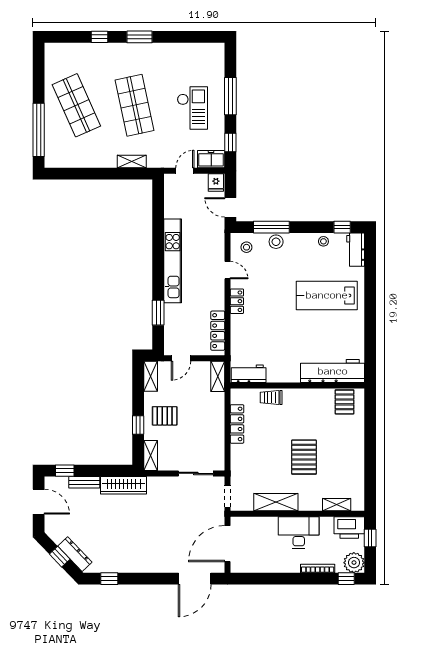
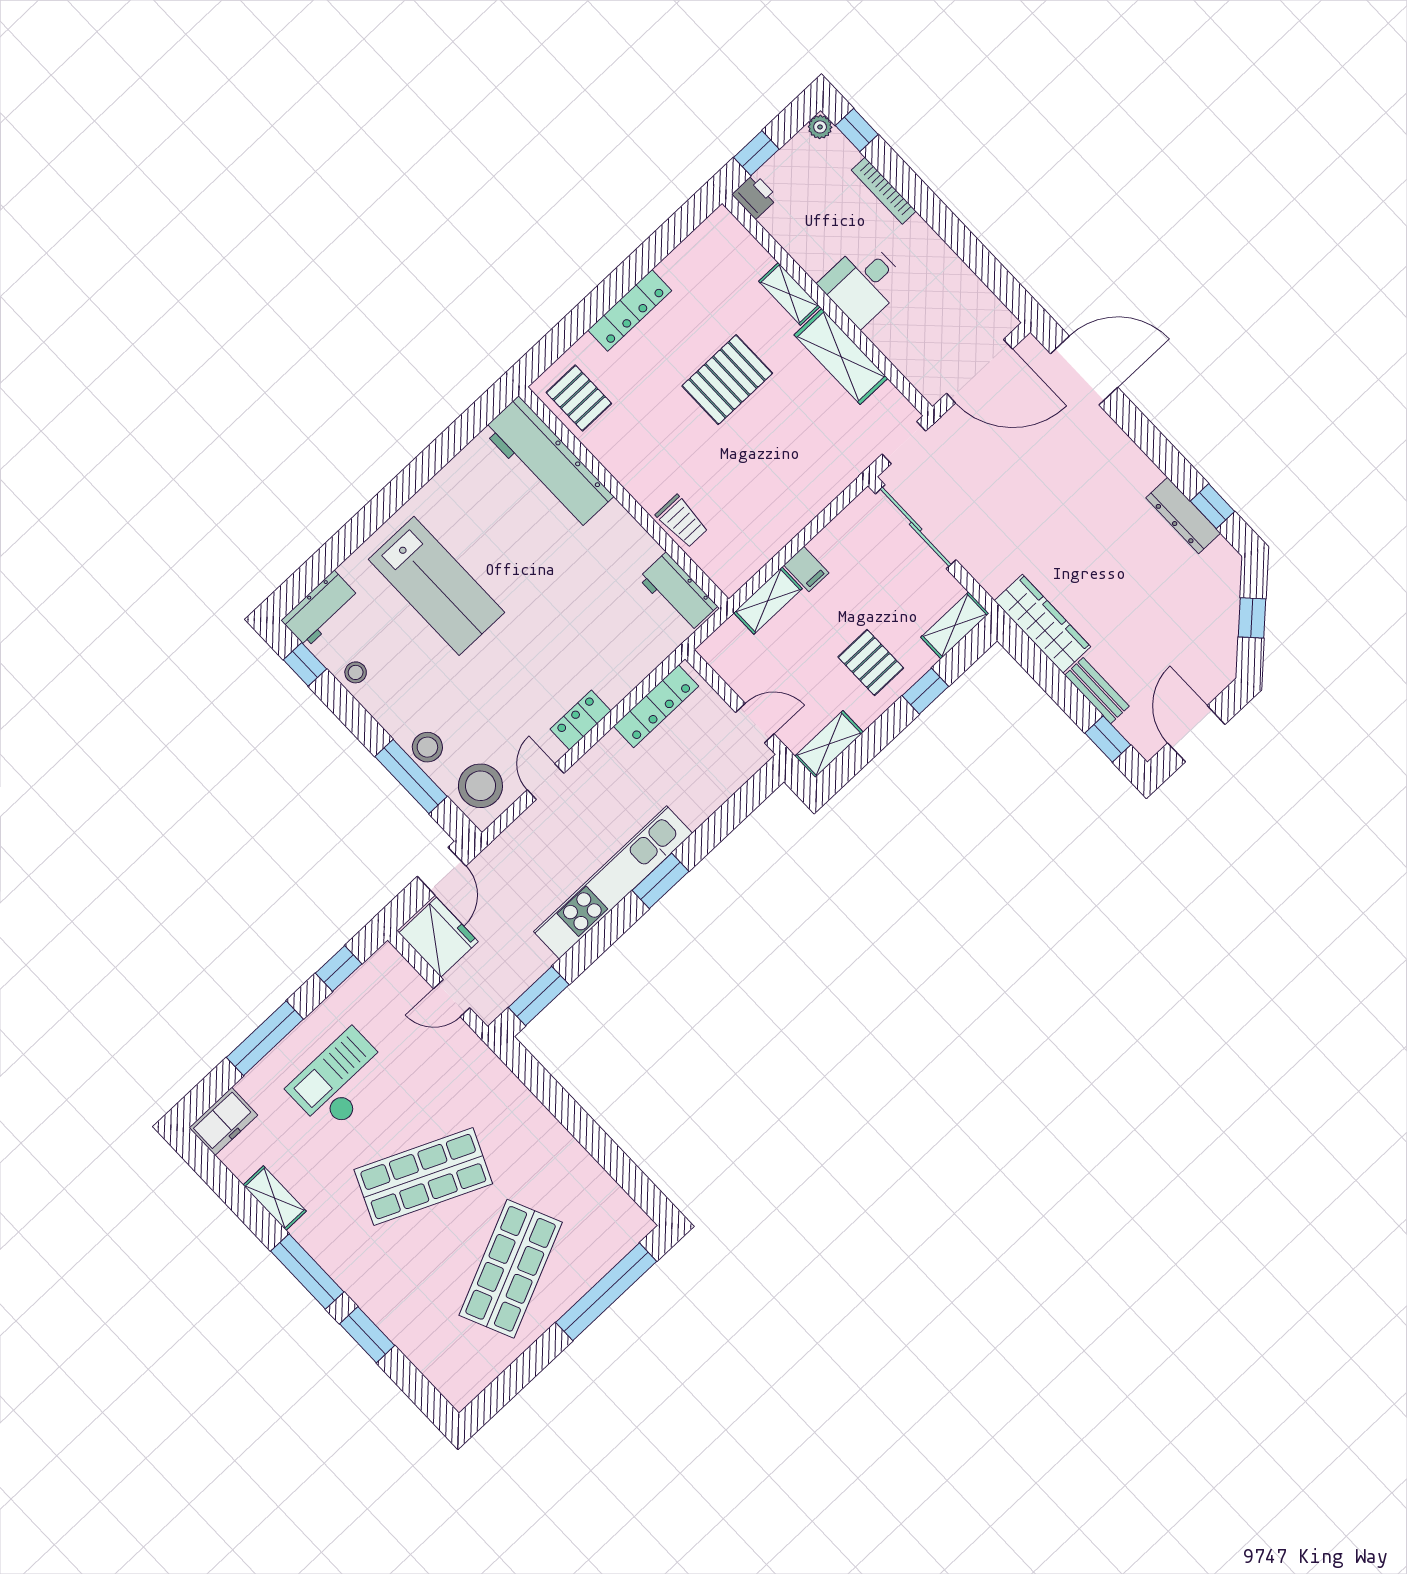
window: (100, 37) -> (367, 1335), width x1.50
window: (139, 37) -> (307, 1271), width x1.44
shop shelf: (134, 105) -> (423, 1177), turned 36
freezer: (211, 159) -> (223, 1121), moved, turned -90
shelving: (132, 162) -> (275, 1198), moved
fridge: (216, 183) -> (438, 937), width x1.88, depth x1.34
window: (158, 200) -> (539, 996), added
stool: (246, 247) -> (480, 786), width x1.89, depth x1.89
window: (158, 313) -> (660, 881), moved
shelving: (218, 376) -> (768, 601), moved
pallet: (344, 402) -> (579, 398), turned 90
filing cabinet: (216, 424) -> (806, 569), added
locker: (237, 424) -> (630, 310), moved, turned 180
sliding door: (196, 473) -> (916, 527), width x1.37
shelving: (337, 505) -> (789, 294), moved
printer: (349, 527) -> (755, 196), width x0.53, depth x0.68
desk: (299, 533) -> (863, 283), width x0.73
dresser: (75, 554) -> (1183, 515), moved, turned -46
plant: (354, 563) -> (820, 127), width x0.53, depth x0.53

